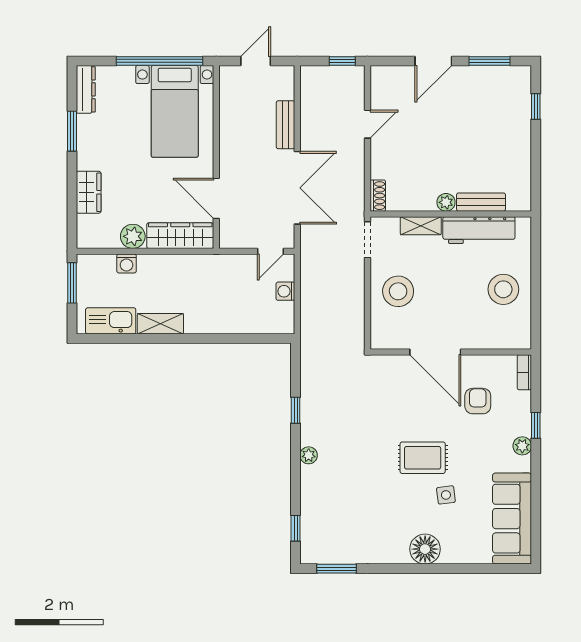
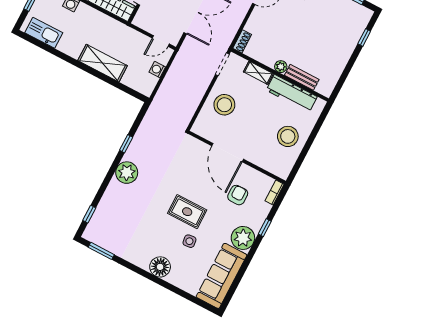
shelving: (160, 324) -> (103, 63), moved, width x1.50, depth x1.33
plant: (522, 446) -> (243, 238), width x1.87, depth x1.87
plant: (309, 455) -> (127, 173), width x1.88, depth x1.88

